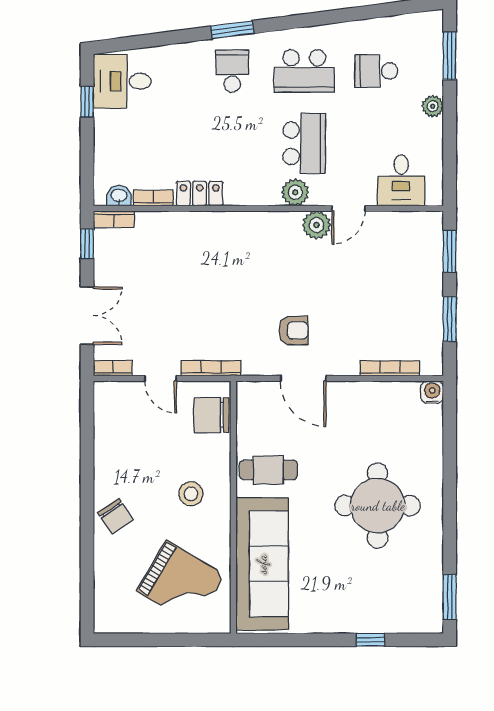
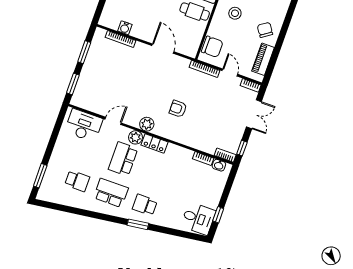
school desk: (232, 71) -> (145, 205), turned 90
plant: (433, 106) -> (57, 155), removed
desk: (401, 180) -> (84, 125), width x1.37
locker: (200, 194) -> (155, 144), moved
plant: (316, 225) -> (147, 124), moved
double door: (87, 316) -> (254, 114), swing flipped
armchair: (294, 330) -> (178, 109), moved
water cooler: (432, 392) -> (125, 28), moved
piano: (107, 426) -> (263, 59), added
chair: (115, 516) -> (265, 30), moved

